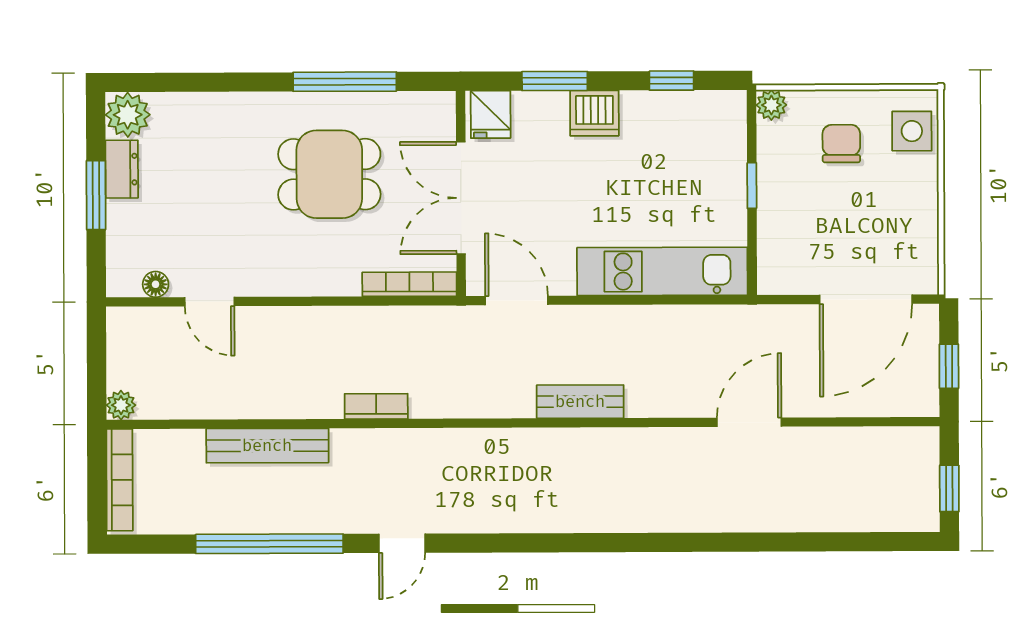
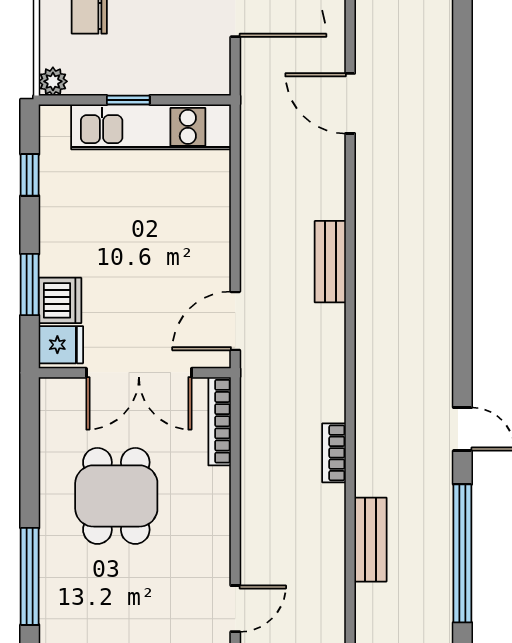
window: (345, 82) -> (30, 576), moved
dishwasher: (594, 113) -> (60, 300), moved
kitchen unit: (662, 271) -> (151, 127), moved, turned -90
bench: (267, 446) -> (370, 540), width x0.73

